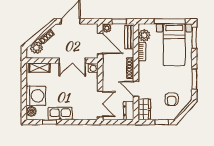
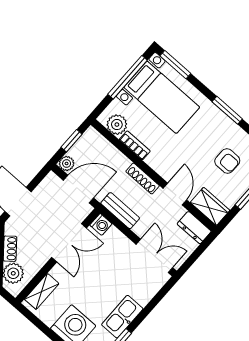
bench: (129, 37) -> (120, 211), moved
door: (136, 89) -> (175, 194), swing flipped

